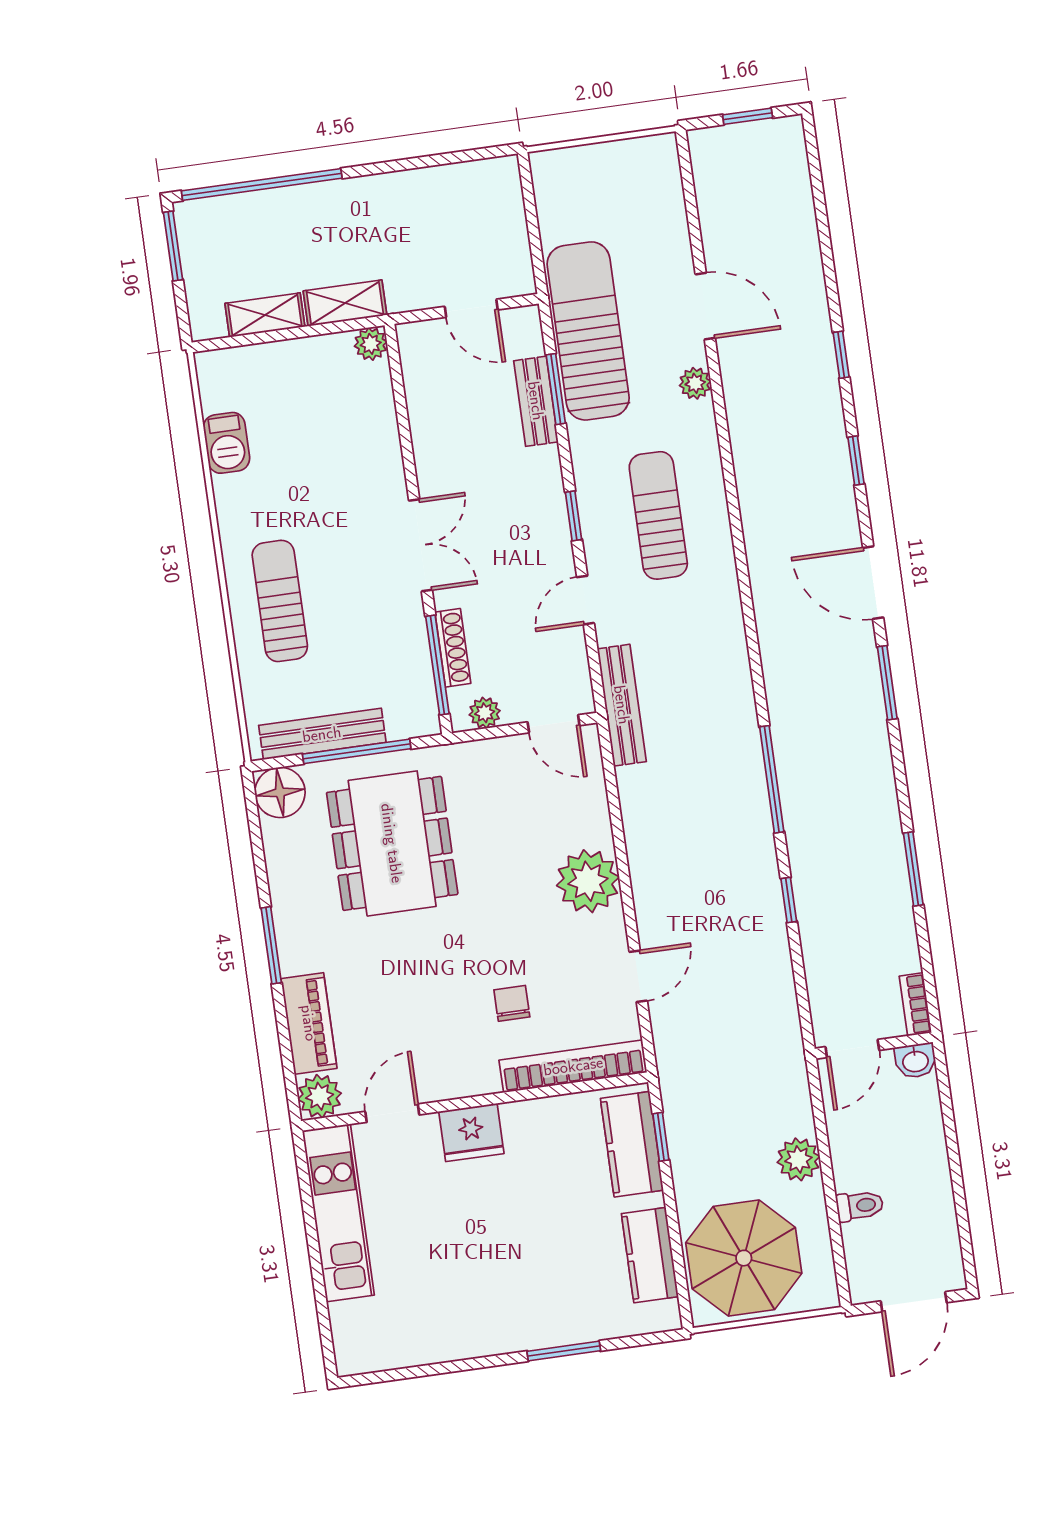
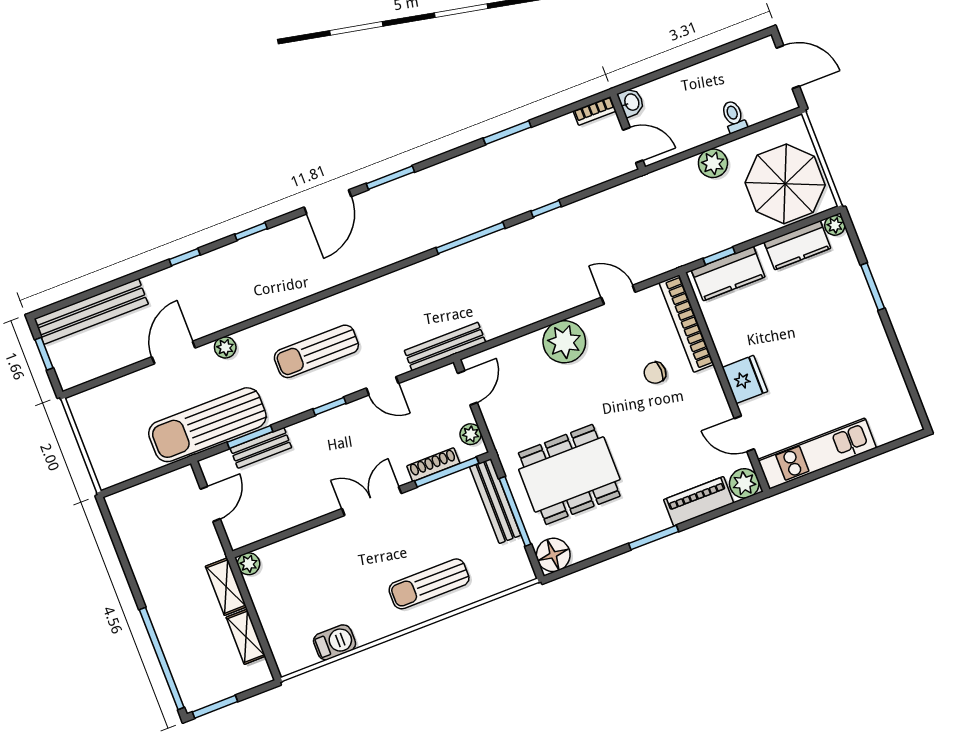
bench: (793, 200) -> (91, 311), added
bench: (322, 734) -> (495, 501), moved
plant: (666, 1317) -> (835, 225), added

